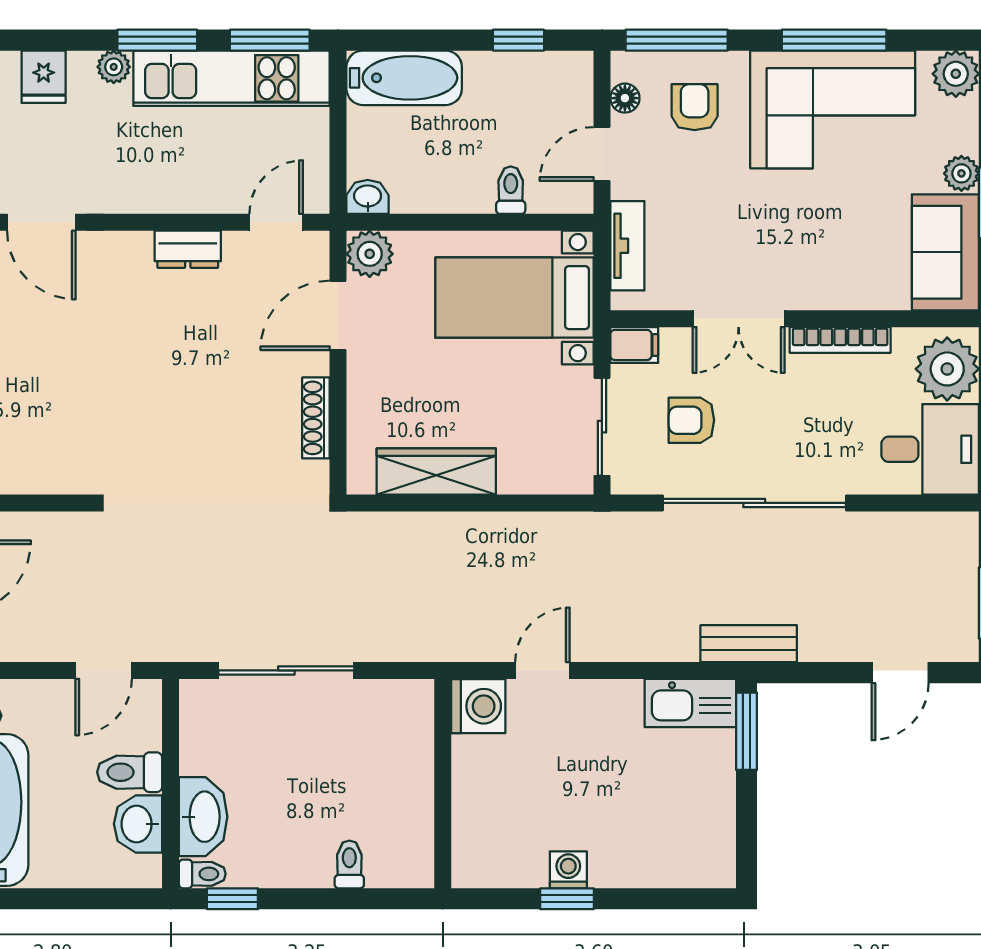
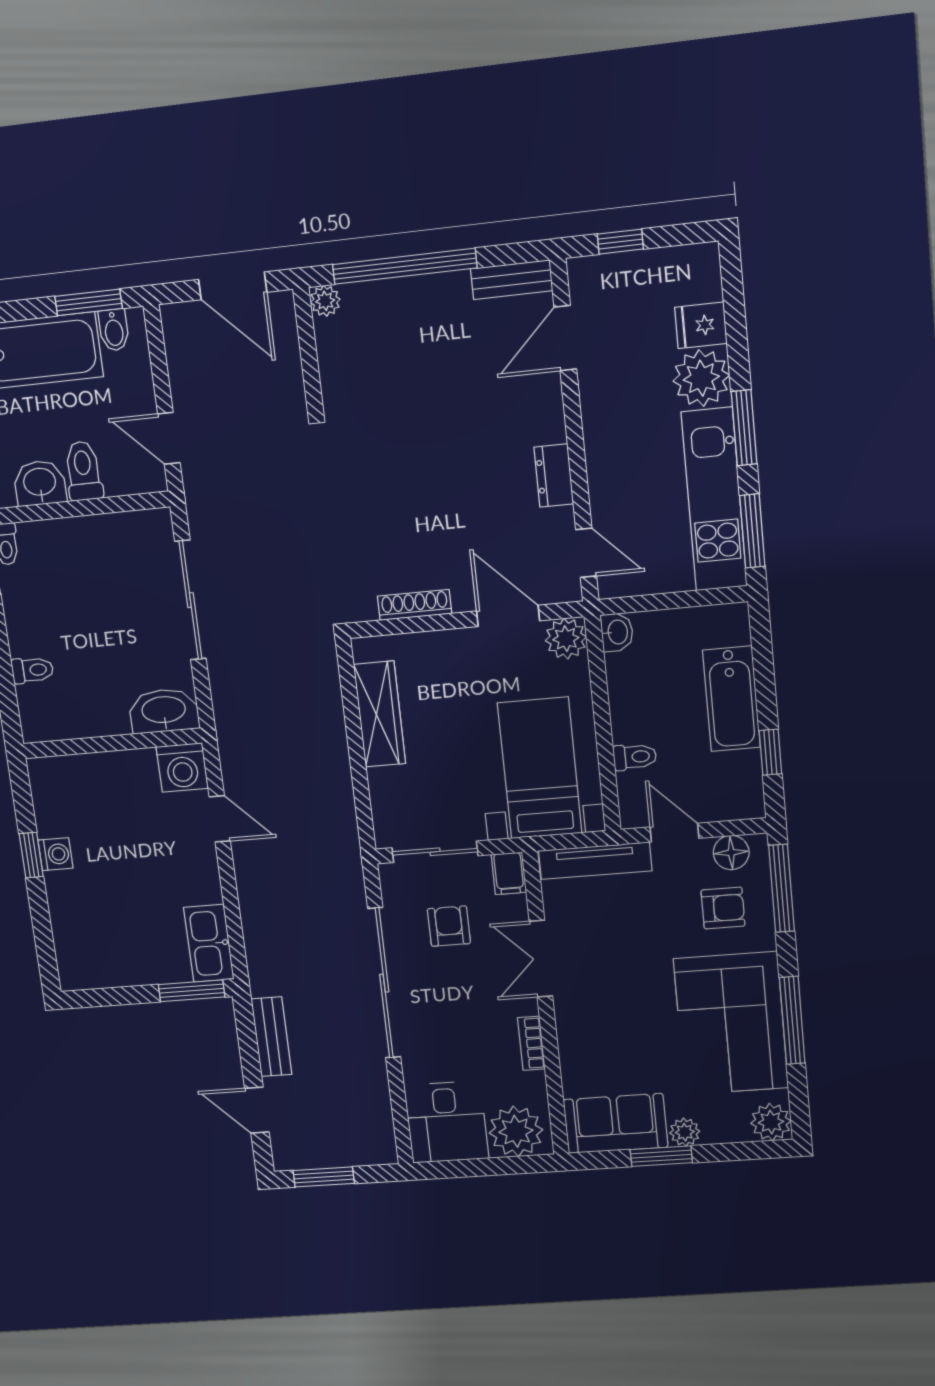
plant: (114, 67) -> (701, 378), width x1.88, depth x1.88
bathtub: (404, 78) -> (732, 699), moved
floor lamp: (625, 98) -> (731, 853), width x1.37, depth x1.37
tv unit: (627, 246) -> (595, 861), width x1.41
bookcase: (840, 340) -> (531, 1043), width x0.64
bench: (749, 644) -> (271, 1037), moved
washbasin: (203, 817) -> (164, 711), moved, turned 180

